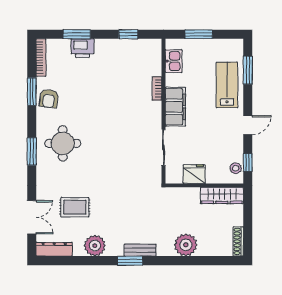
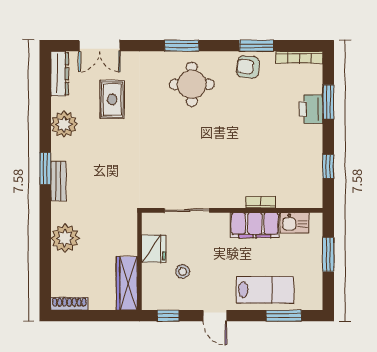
filing cabinet: (175, 107) -> (255, 225), moved
stool: (236, 168) -> (183, 271), moved

